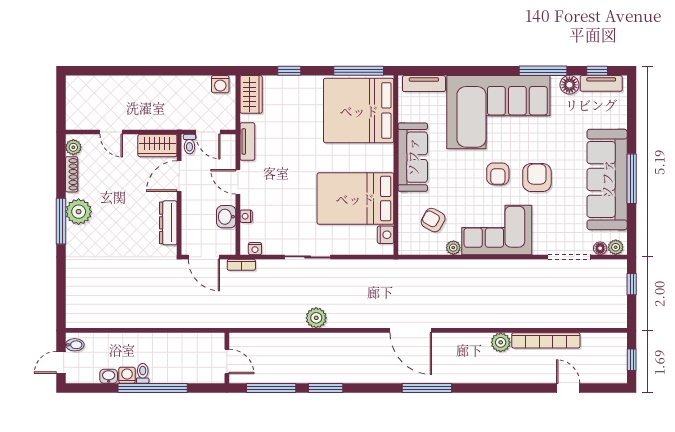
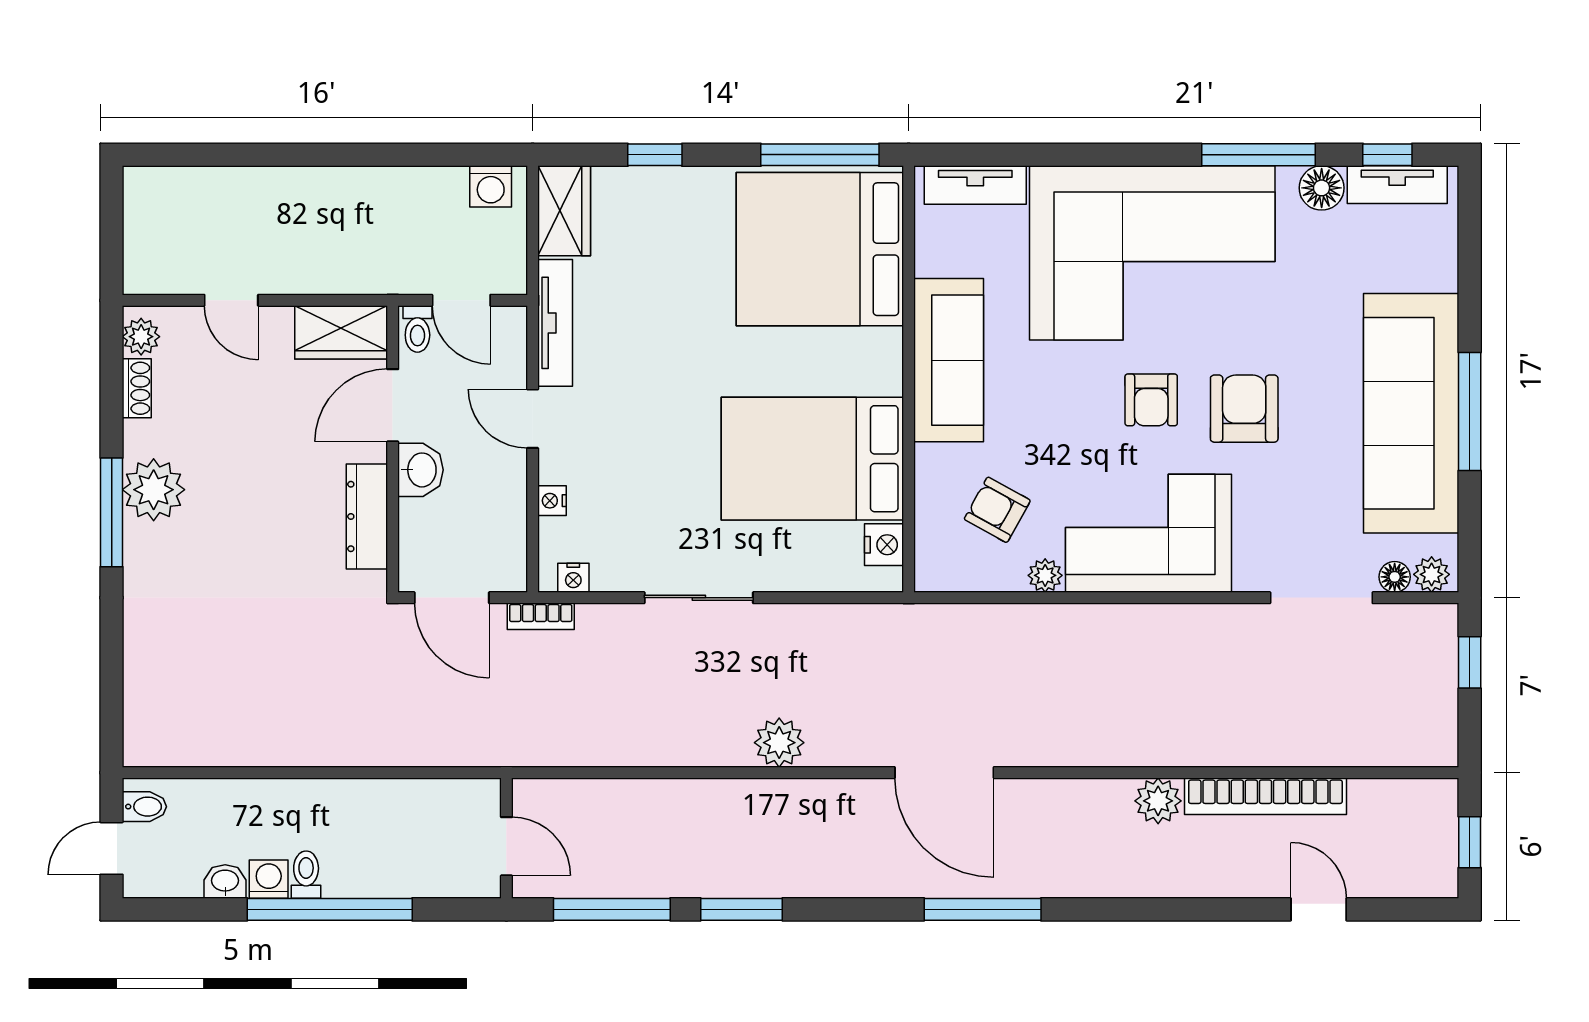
tv unit: (247, 142) -> (555, 323), width x1.41
shoe rack: (72, 174) -> (137, 388), width x0.70
washbasin: (226, 217) -> (421, 470), moved, turned 180
plant: (316, 318) -> (779, 743), moved

